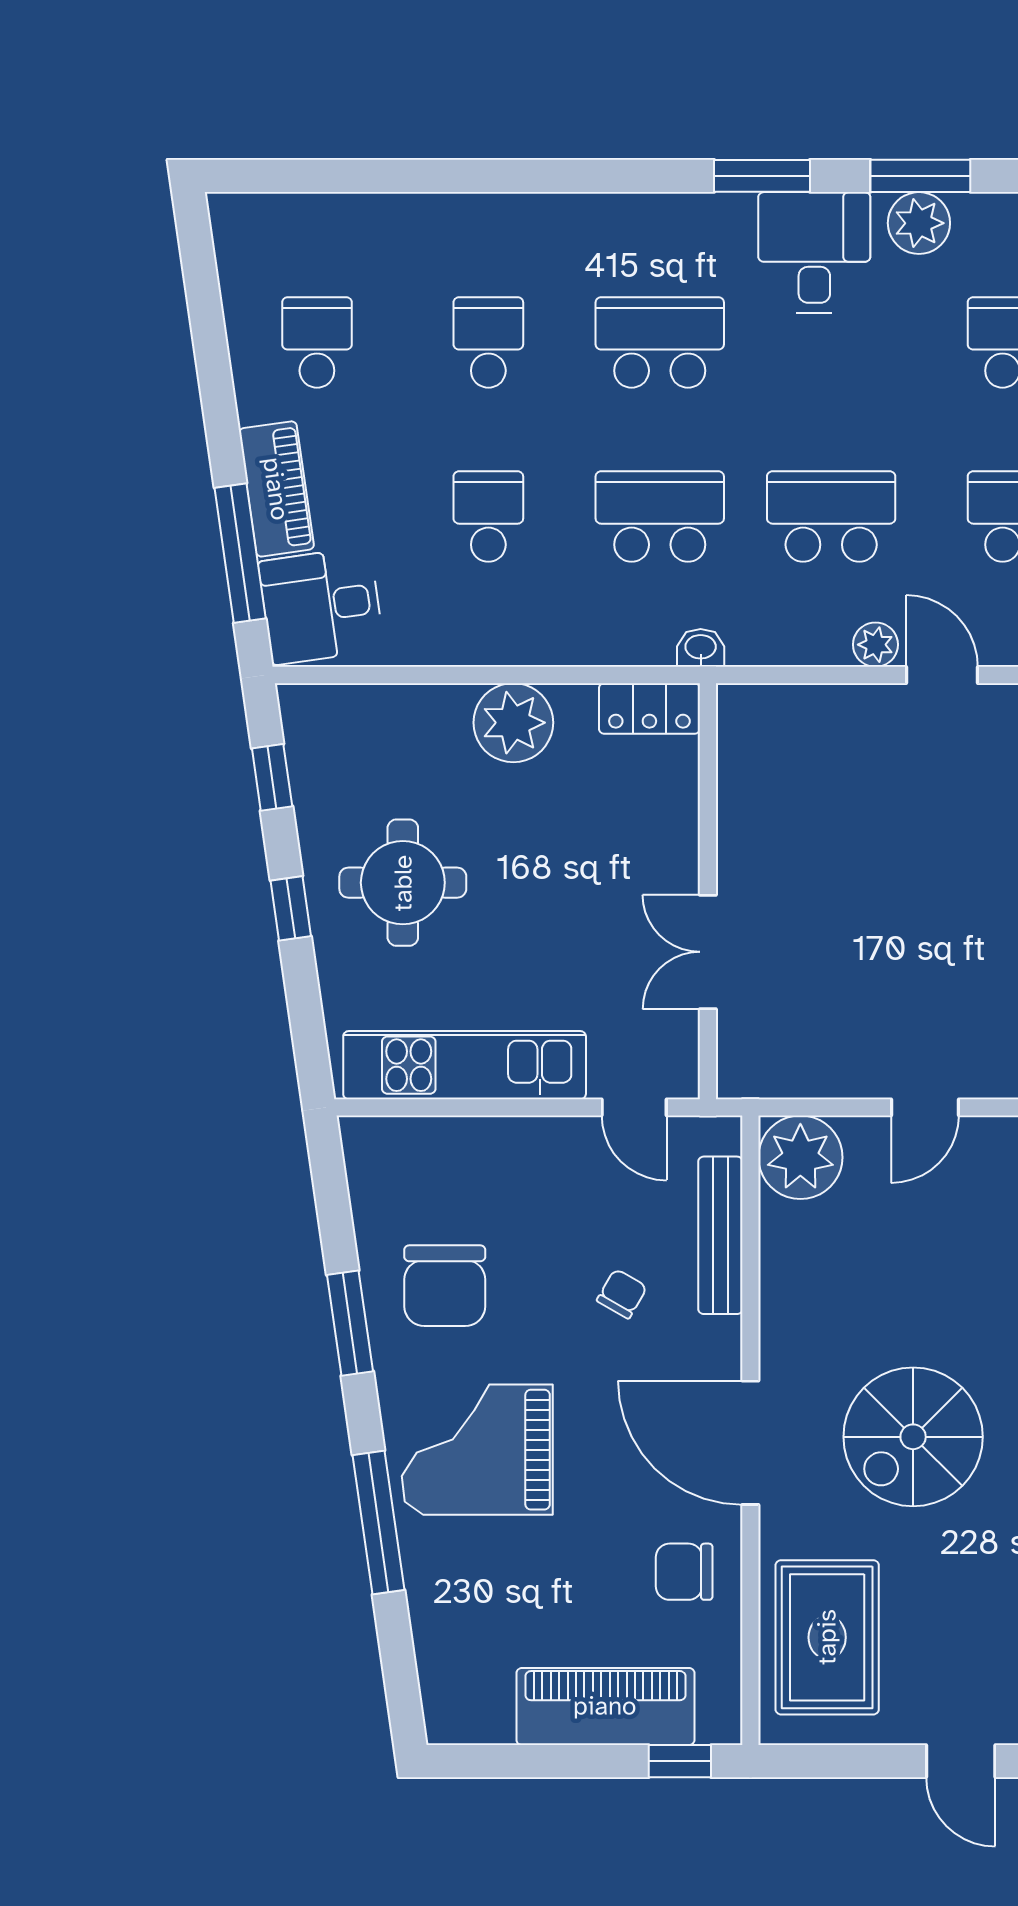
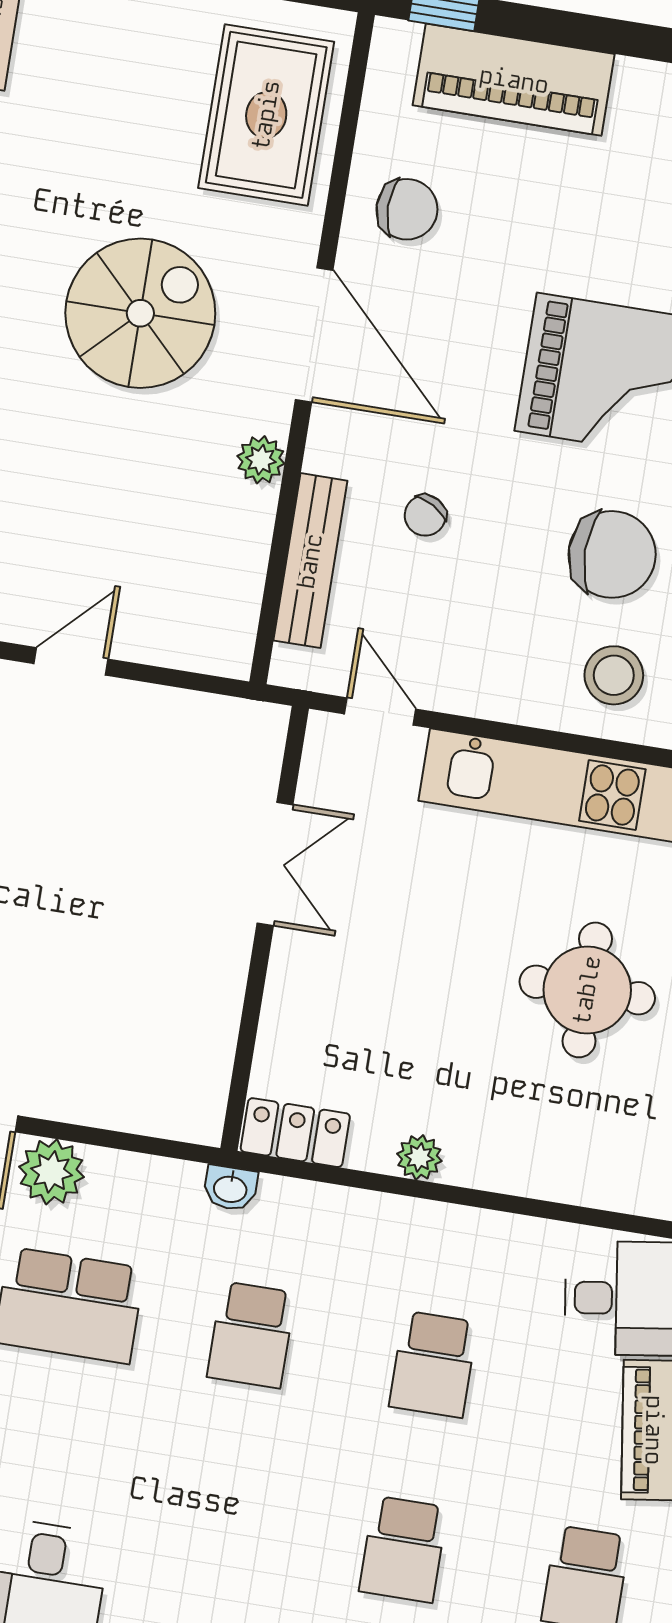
school desk: (660, 342) -> (221, 1520), removed
school desk: (660, 517) -> (251, 1335), width x0.54
plant: (875, 645) -> (51, 1172), width x1.38, depth x1.38
plant: (513, 723) -> (419, 1157), width x0.53, depth x0.53
plant: (800, 1157) -> (261, 460), moved, width x0.53, depth x0.53
stool: (425, 1175) -> (614, 675), added
chair: (445, 1286) -> (612, 554), turned 90

